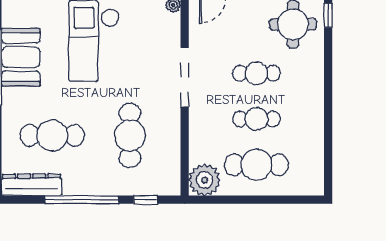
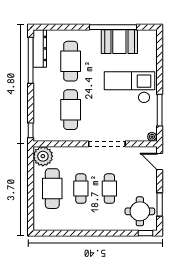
cafe table: (130, 135) -> (71, 110), turned 90
window: (82, 200) -> (31, 60), moved
window: (145, 200) -> (31, 130), moved

